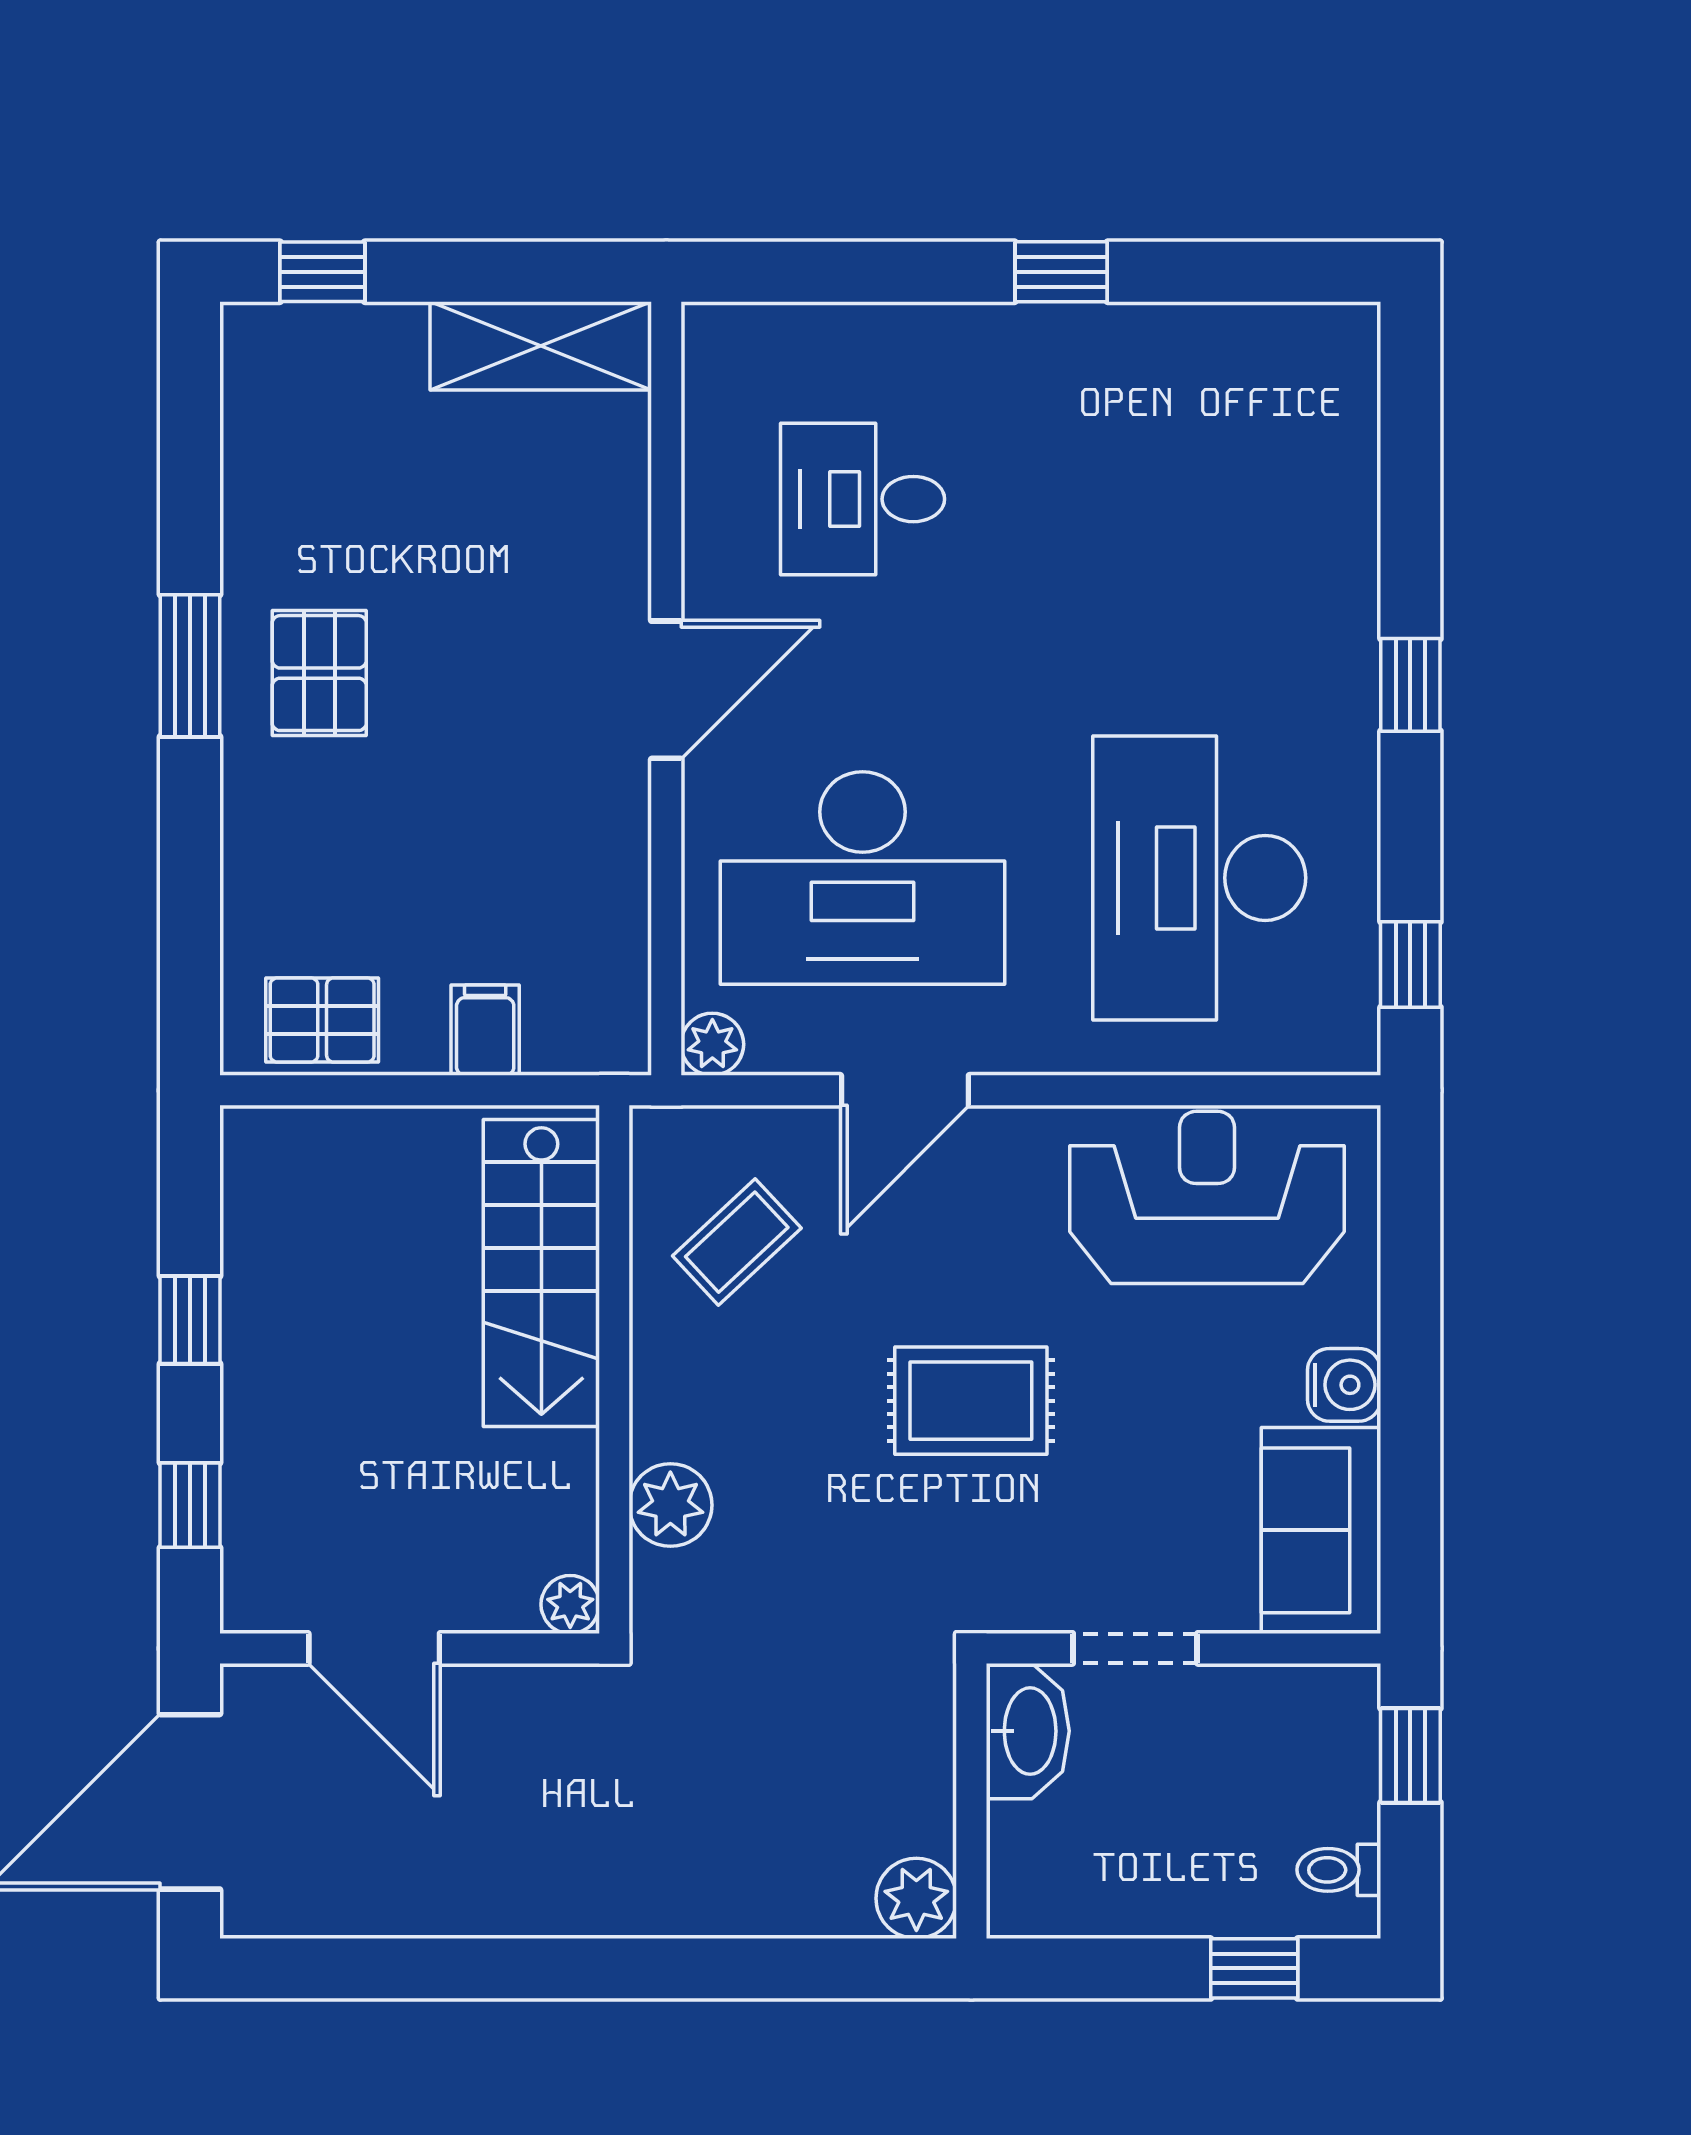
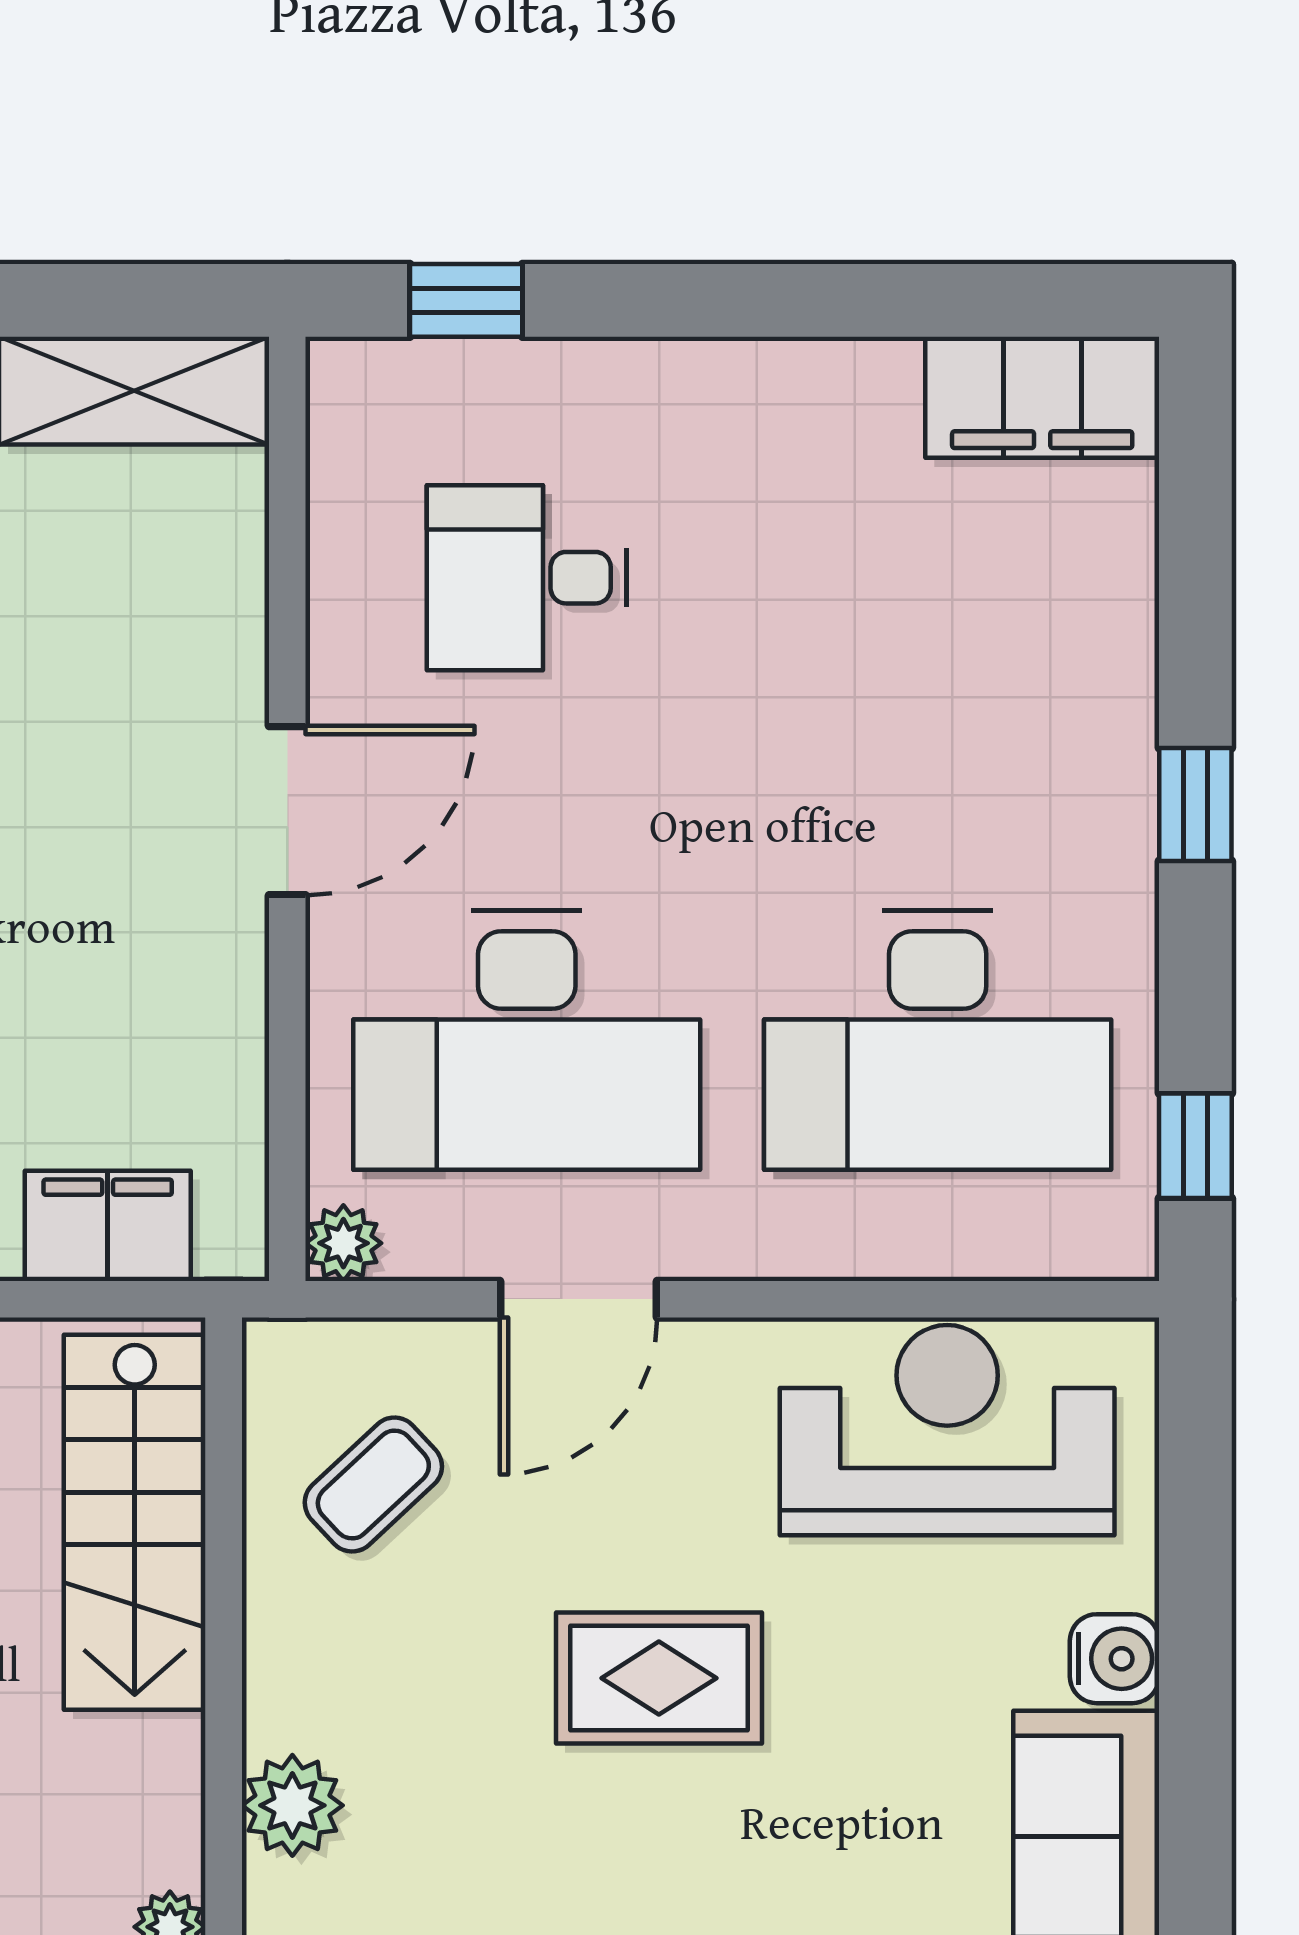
window: (1061, 272) -> (466, 300), moved
filing cabinet: (1285, 351) -> (1042, 397), added
desk: (1199, 878) -> (938, 1040), turned -90
filing cabinet: (485, 1030) -> (108, 1226), width x2.00

